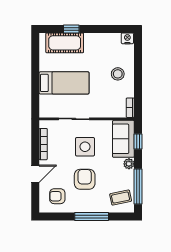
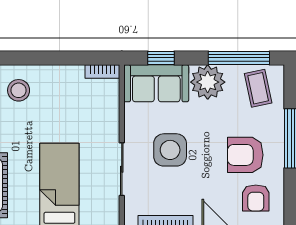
stool: (118, 74) -> (19, 90), moved
plant: (129, 164) -> (208, 82), width x1.87, depth x1.87
armchair: (85, 179) -> (245, 155), moved

